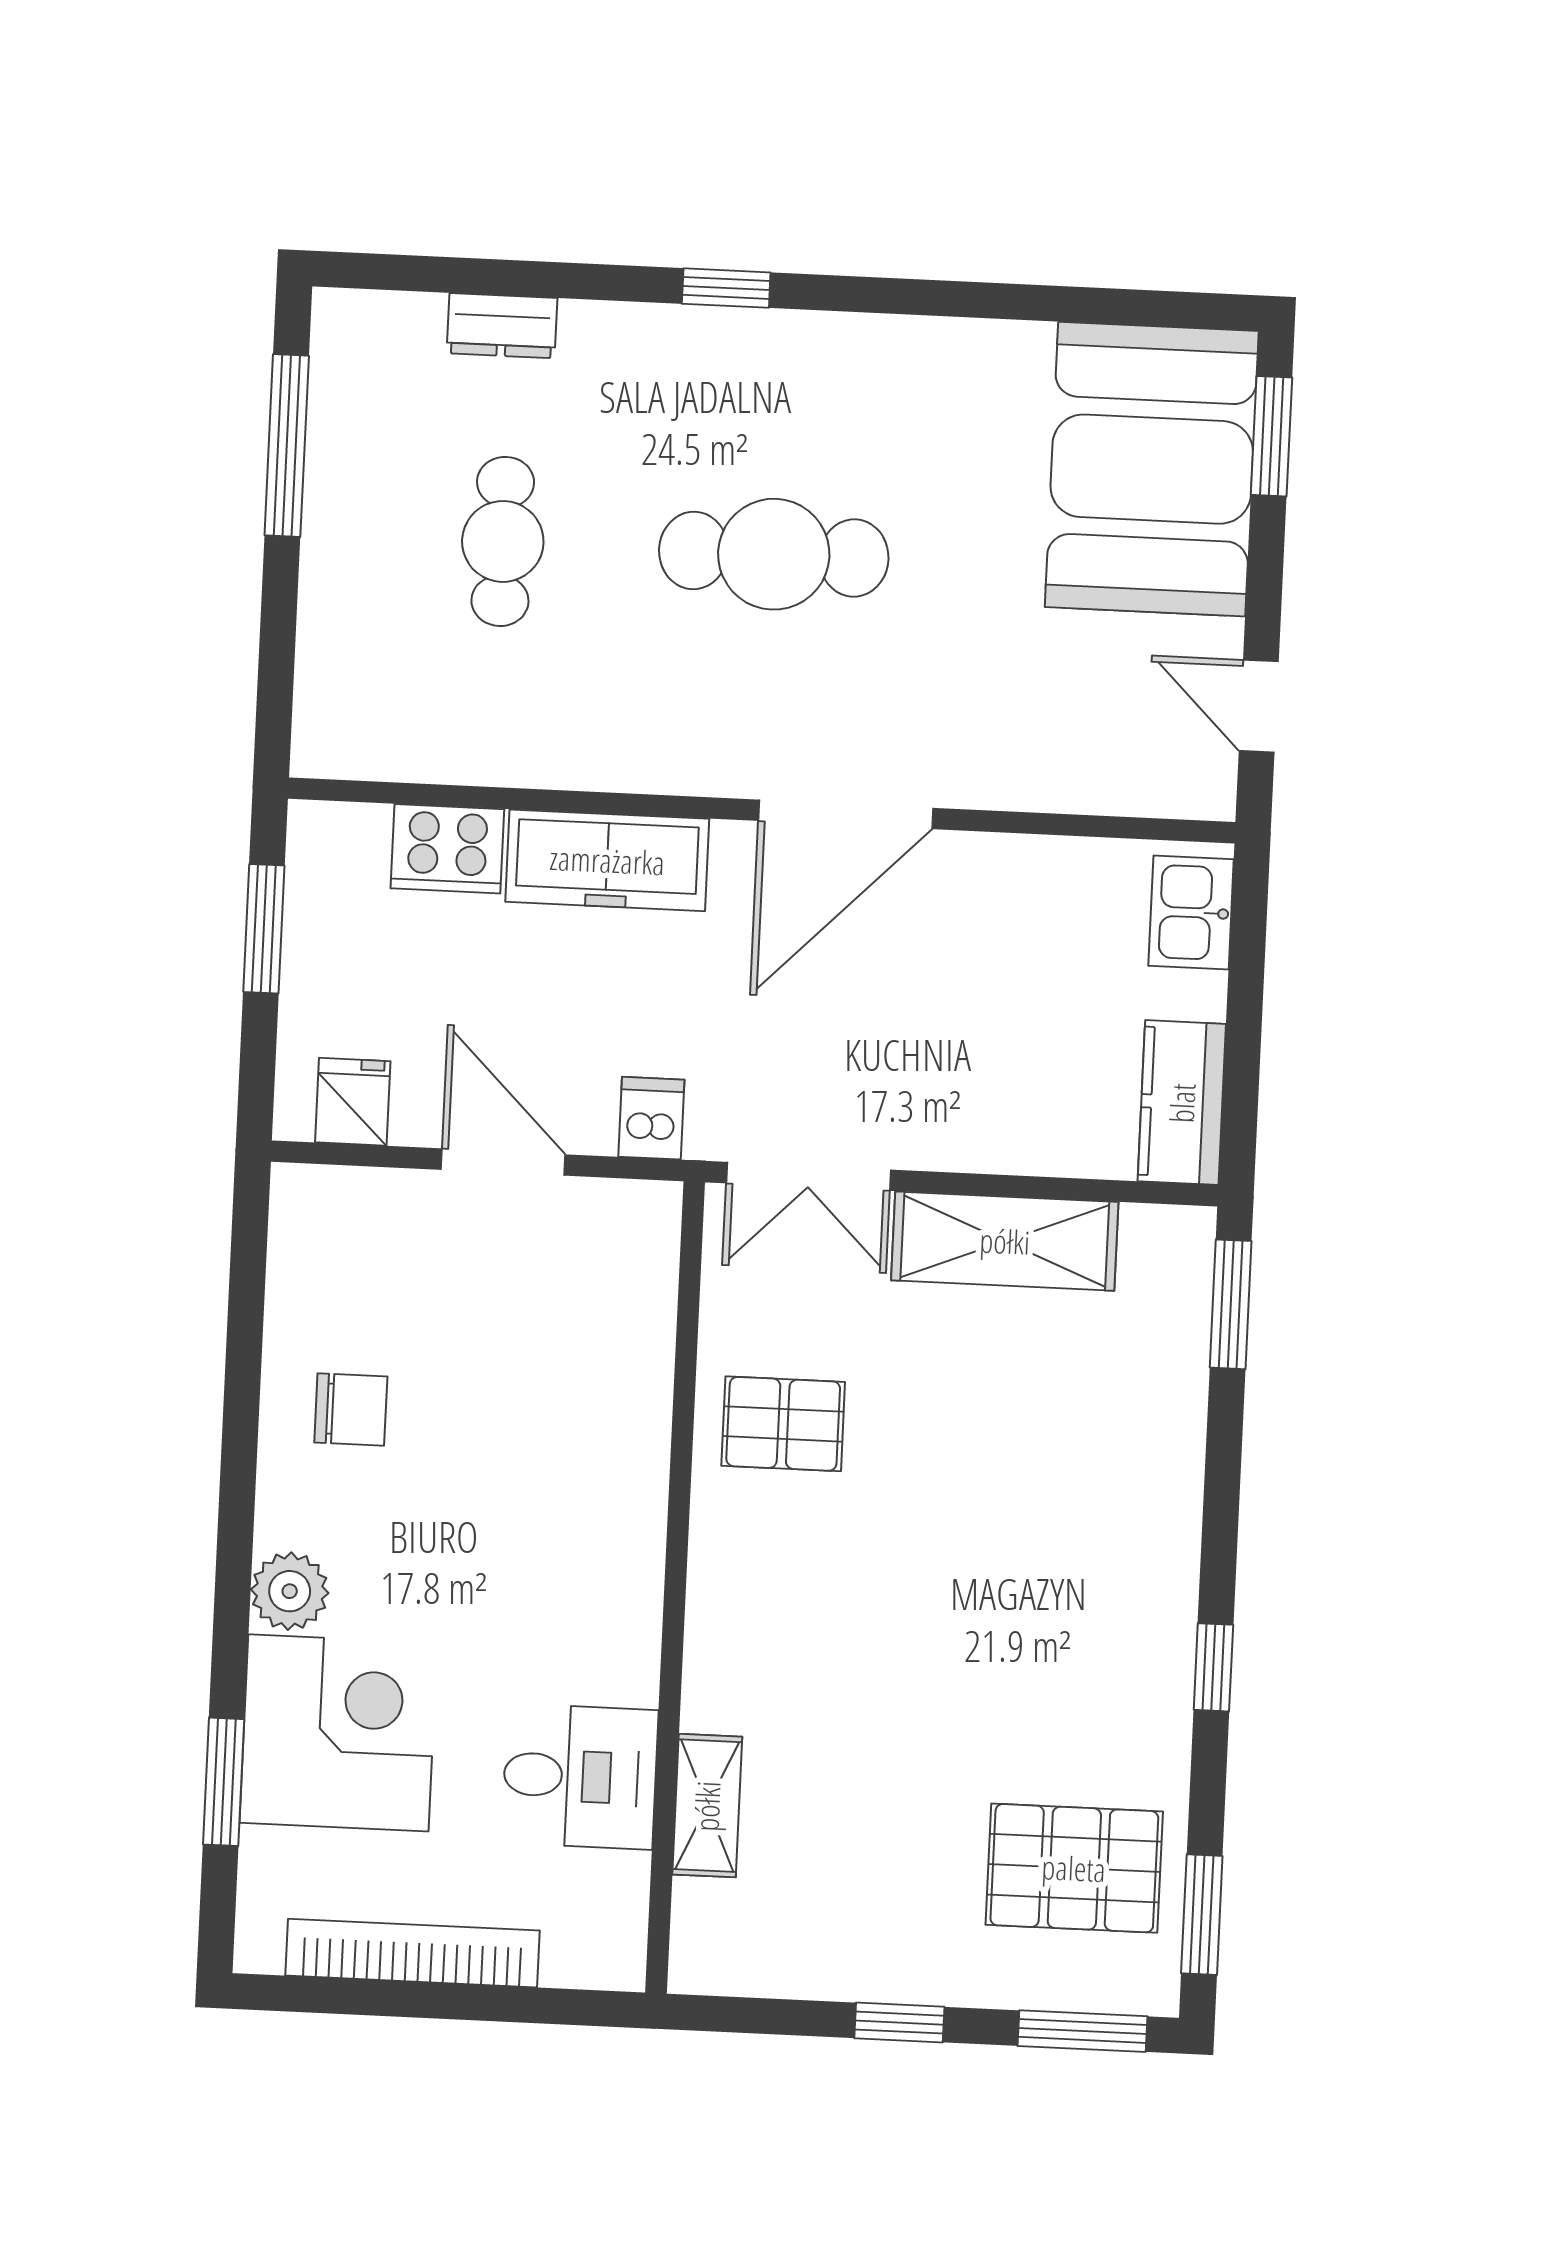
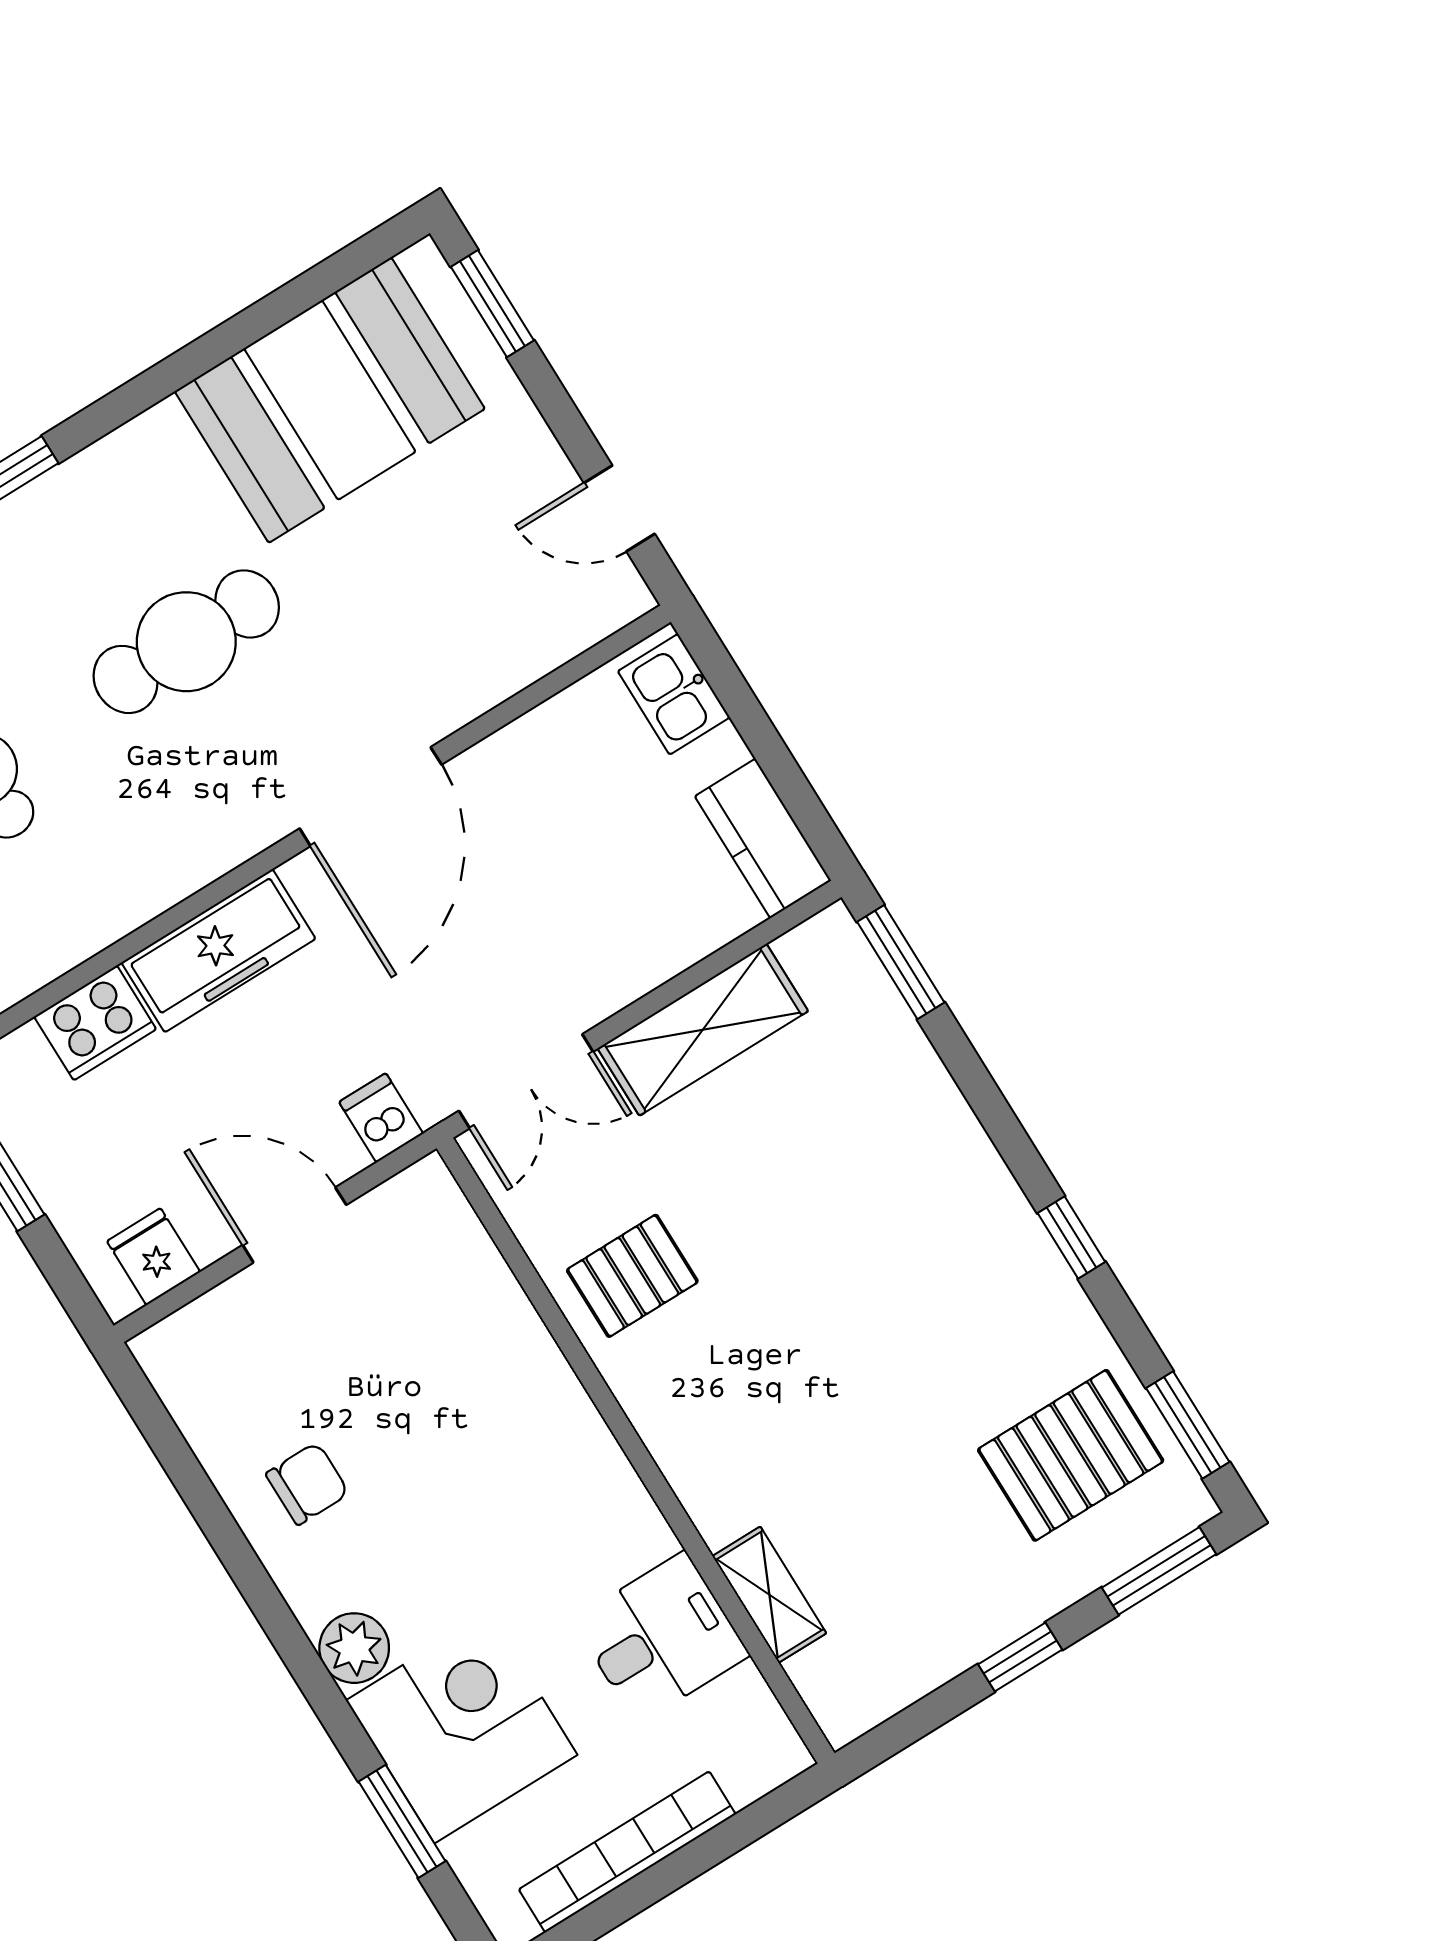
booth: (1152, 469) -> (330, 400), moved, turned 90

